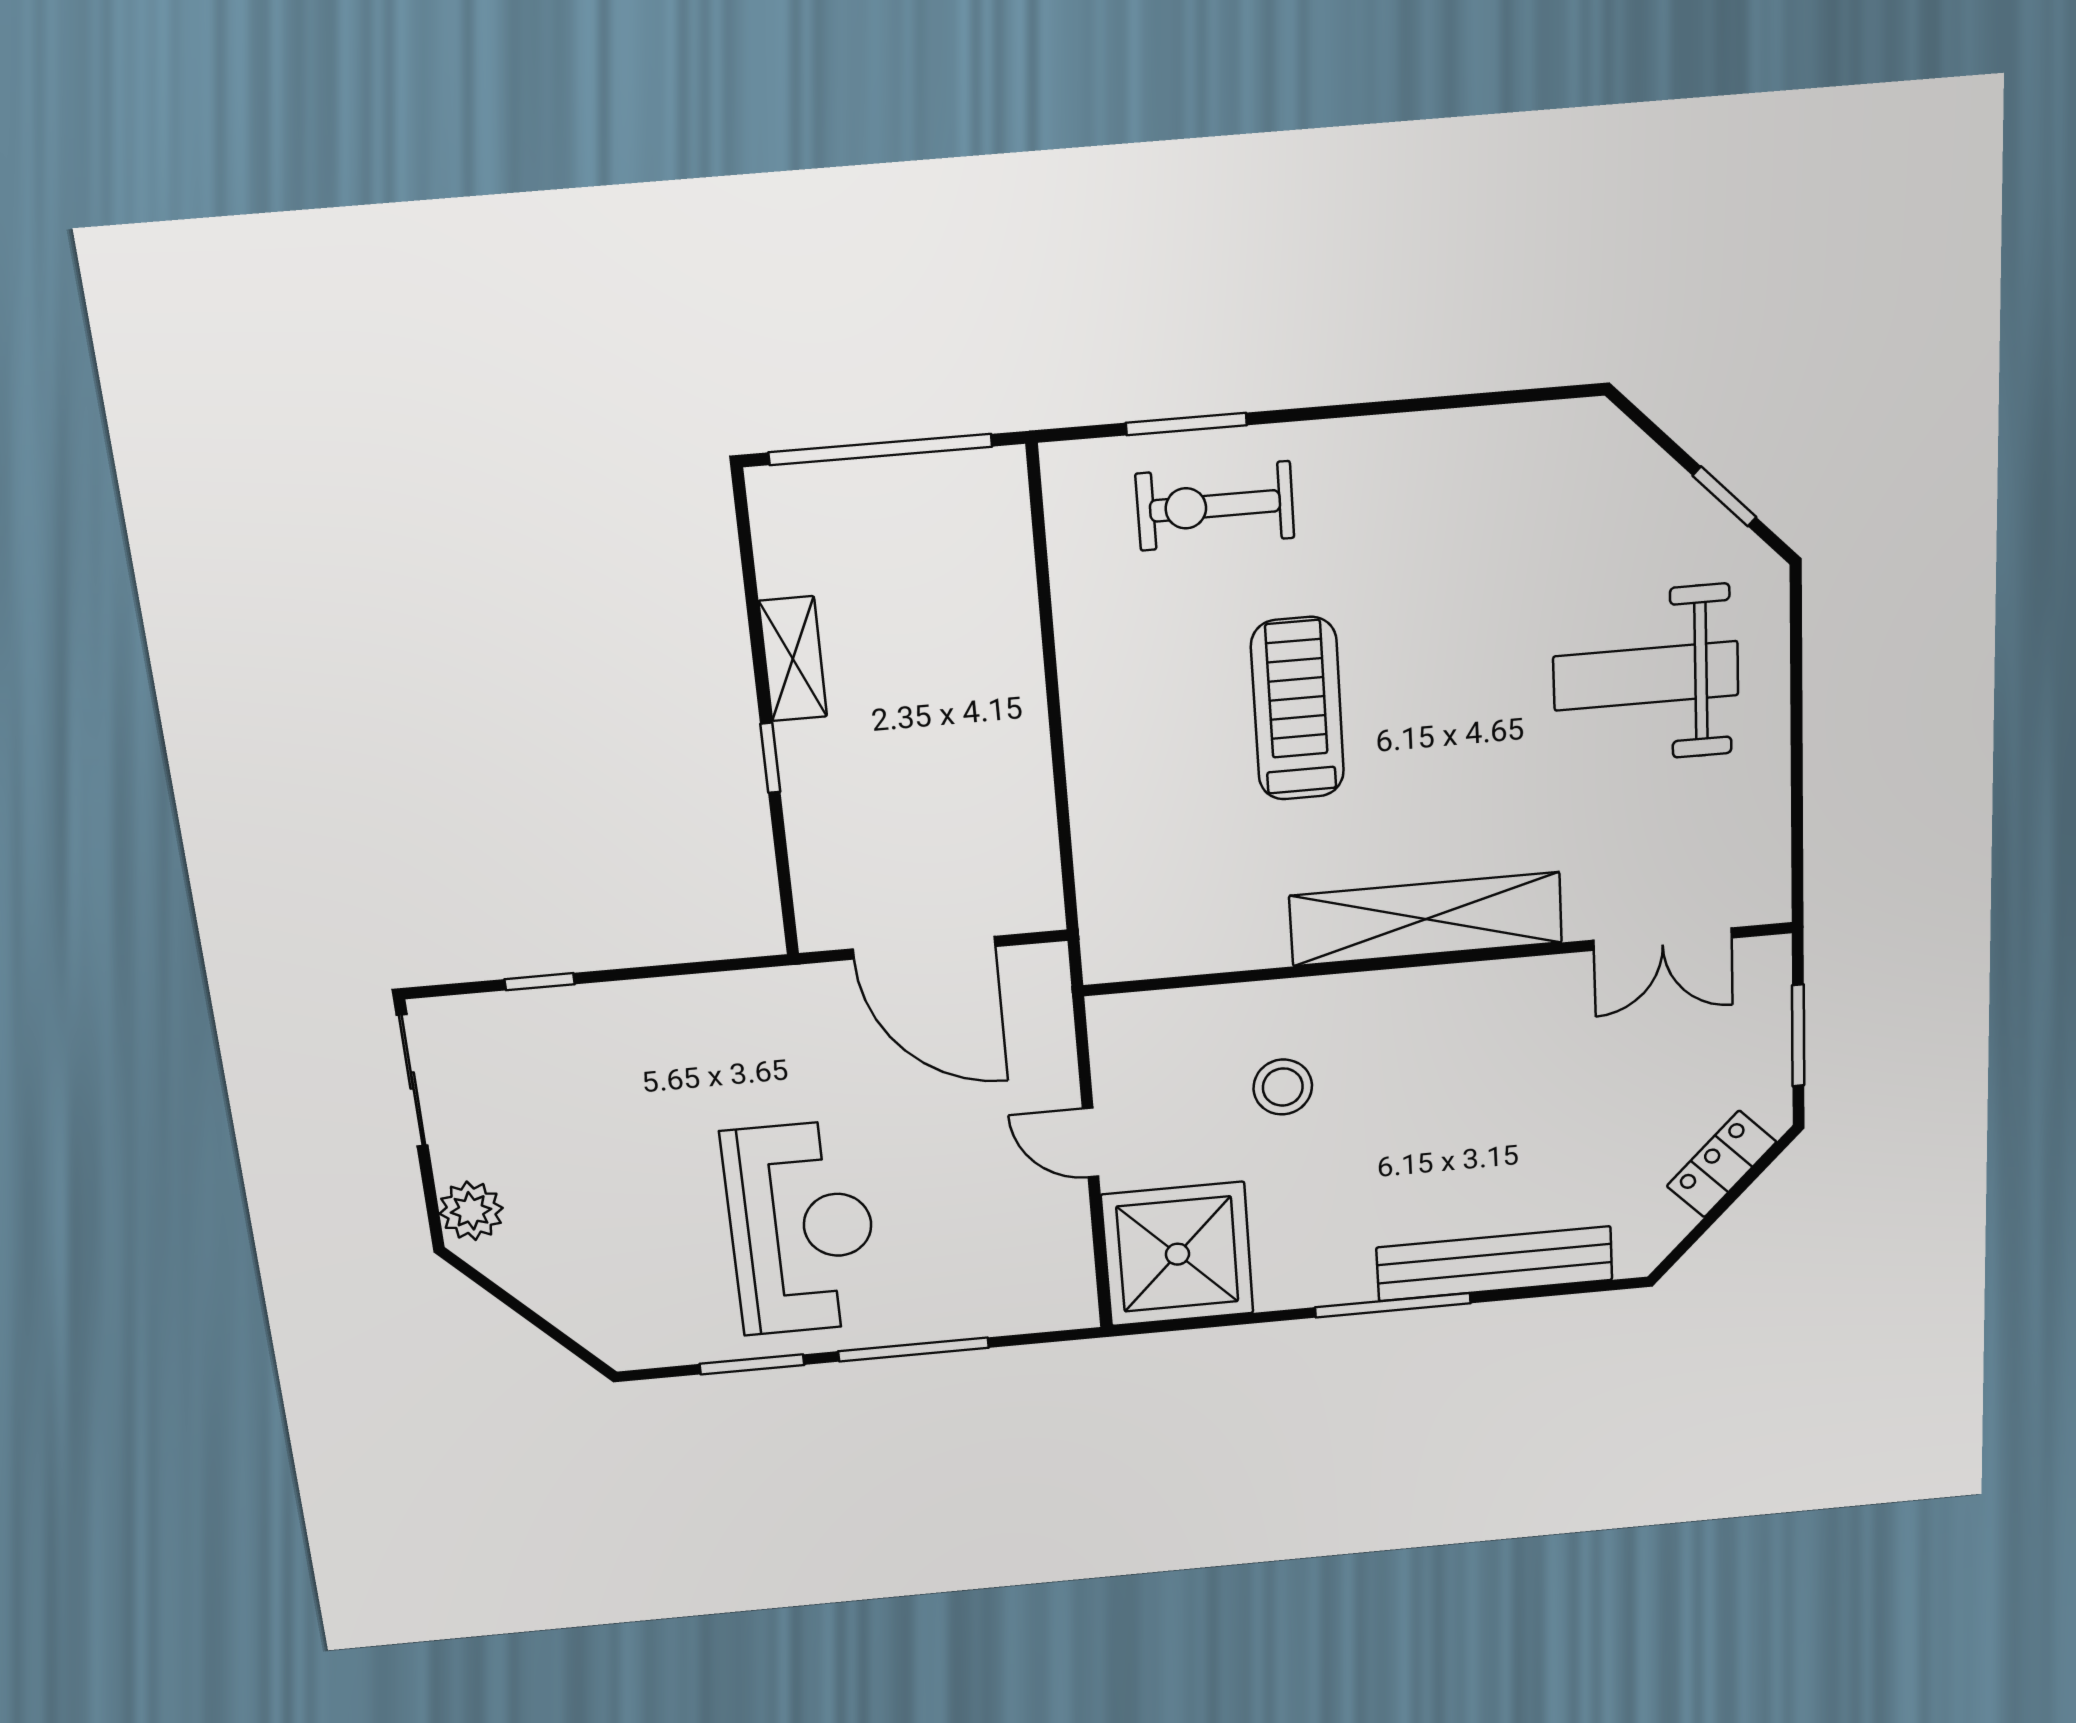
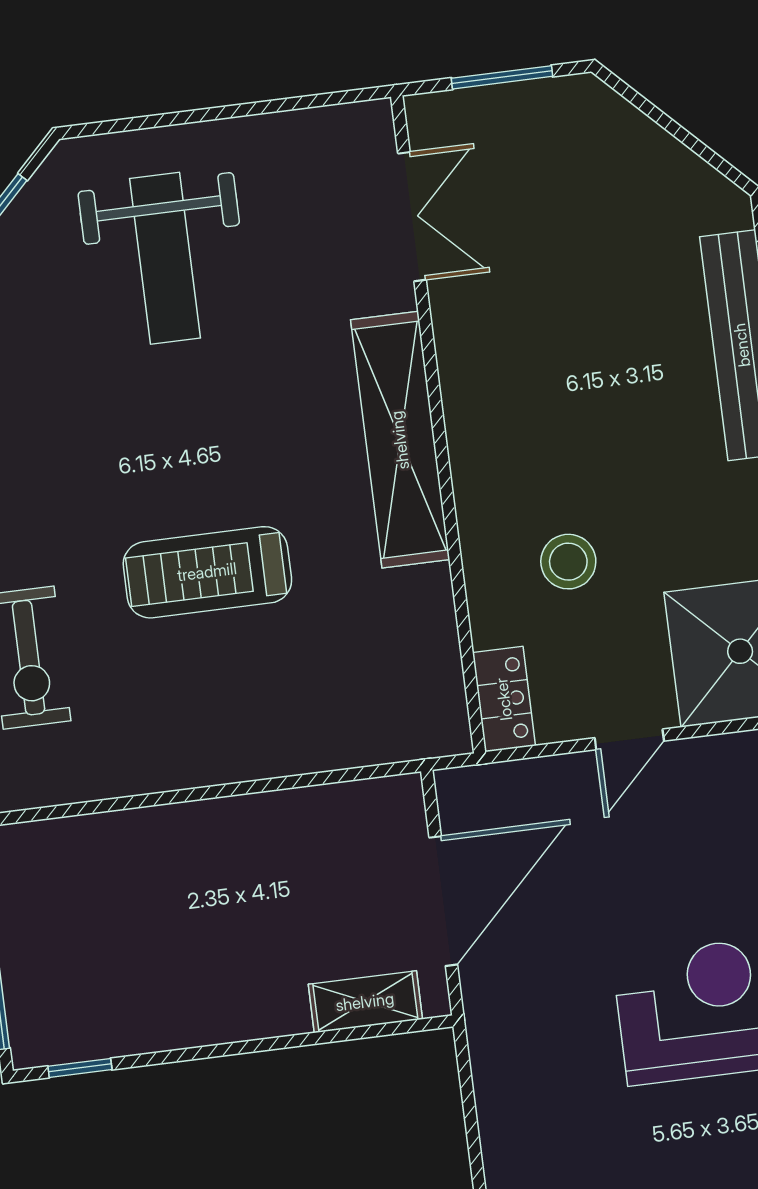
shelving: (793, 659) -> (365, 1002), moved
window: (770, 758) -> (80, 1068), moved
locker: (1722, 1164) -> (504, 699), moved, turned -135

